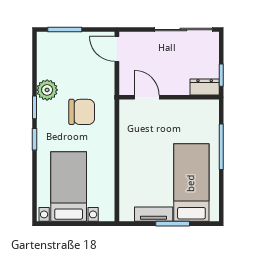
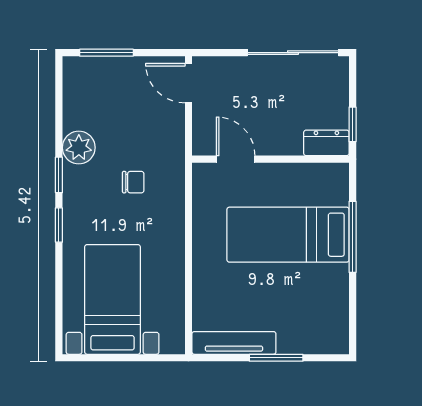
chair: (82, 112) -> (133, 182), width x0.54, depth x0.54
bed: (191, 183) -> (288, 235), moved, turned -90
tv unit: (154, 214) -> (234, 343), width x1.41

